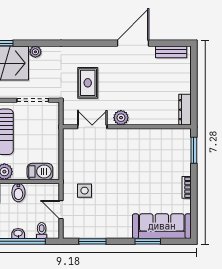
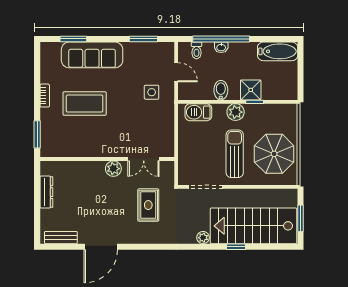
dresser: (185, 110) -> (46, 192), moved
coffee table: (149, 180) -> (85, 104), added
sofa: (162, 226) -> (92, 55), moved
window: (148, 241) -> (73, 39), moved

